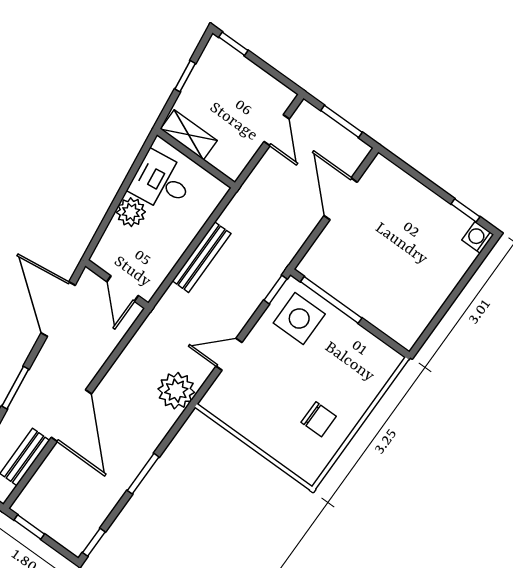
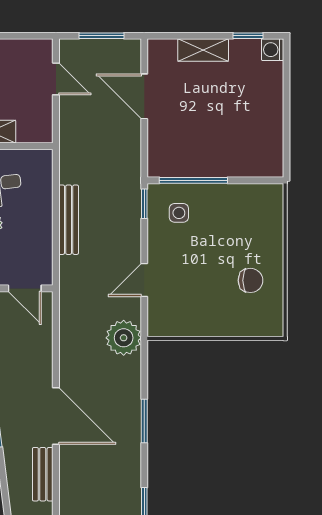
shelving: (419, 195) -> (203, 50), added
side table: (299, 318) -> (179, 213), width x0.54, depth x0.54

